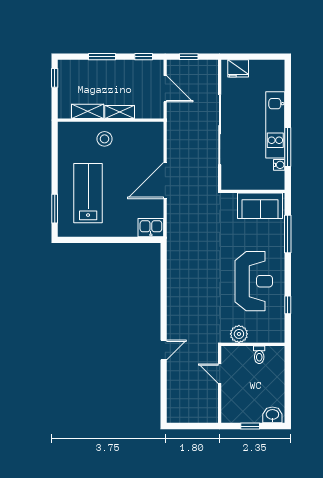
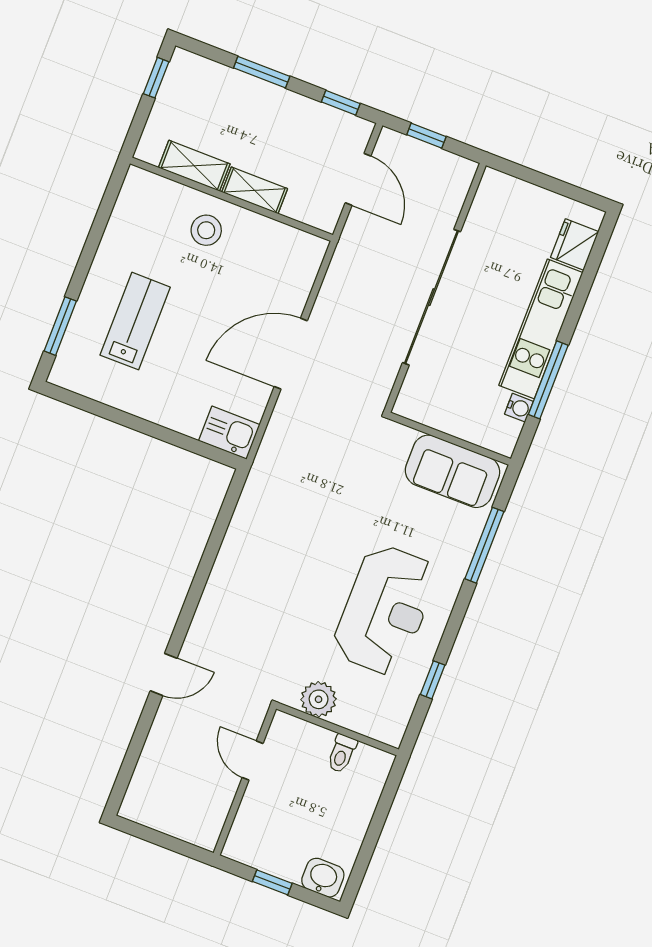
fridge: (238, 68) -> (575, 245), moved, turned 90
lab bench: (88, 193) -> (135, 321), width x0.73, depth x0.72

